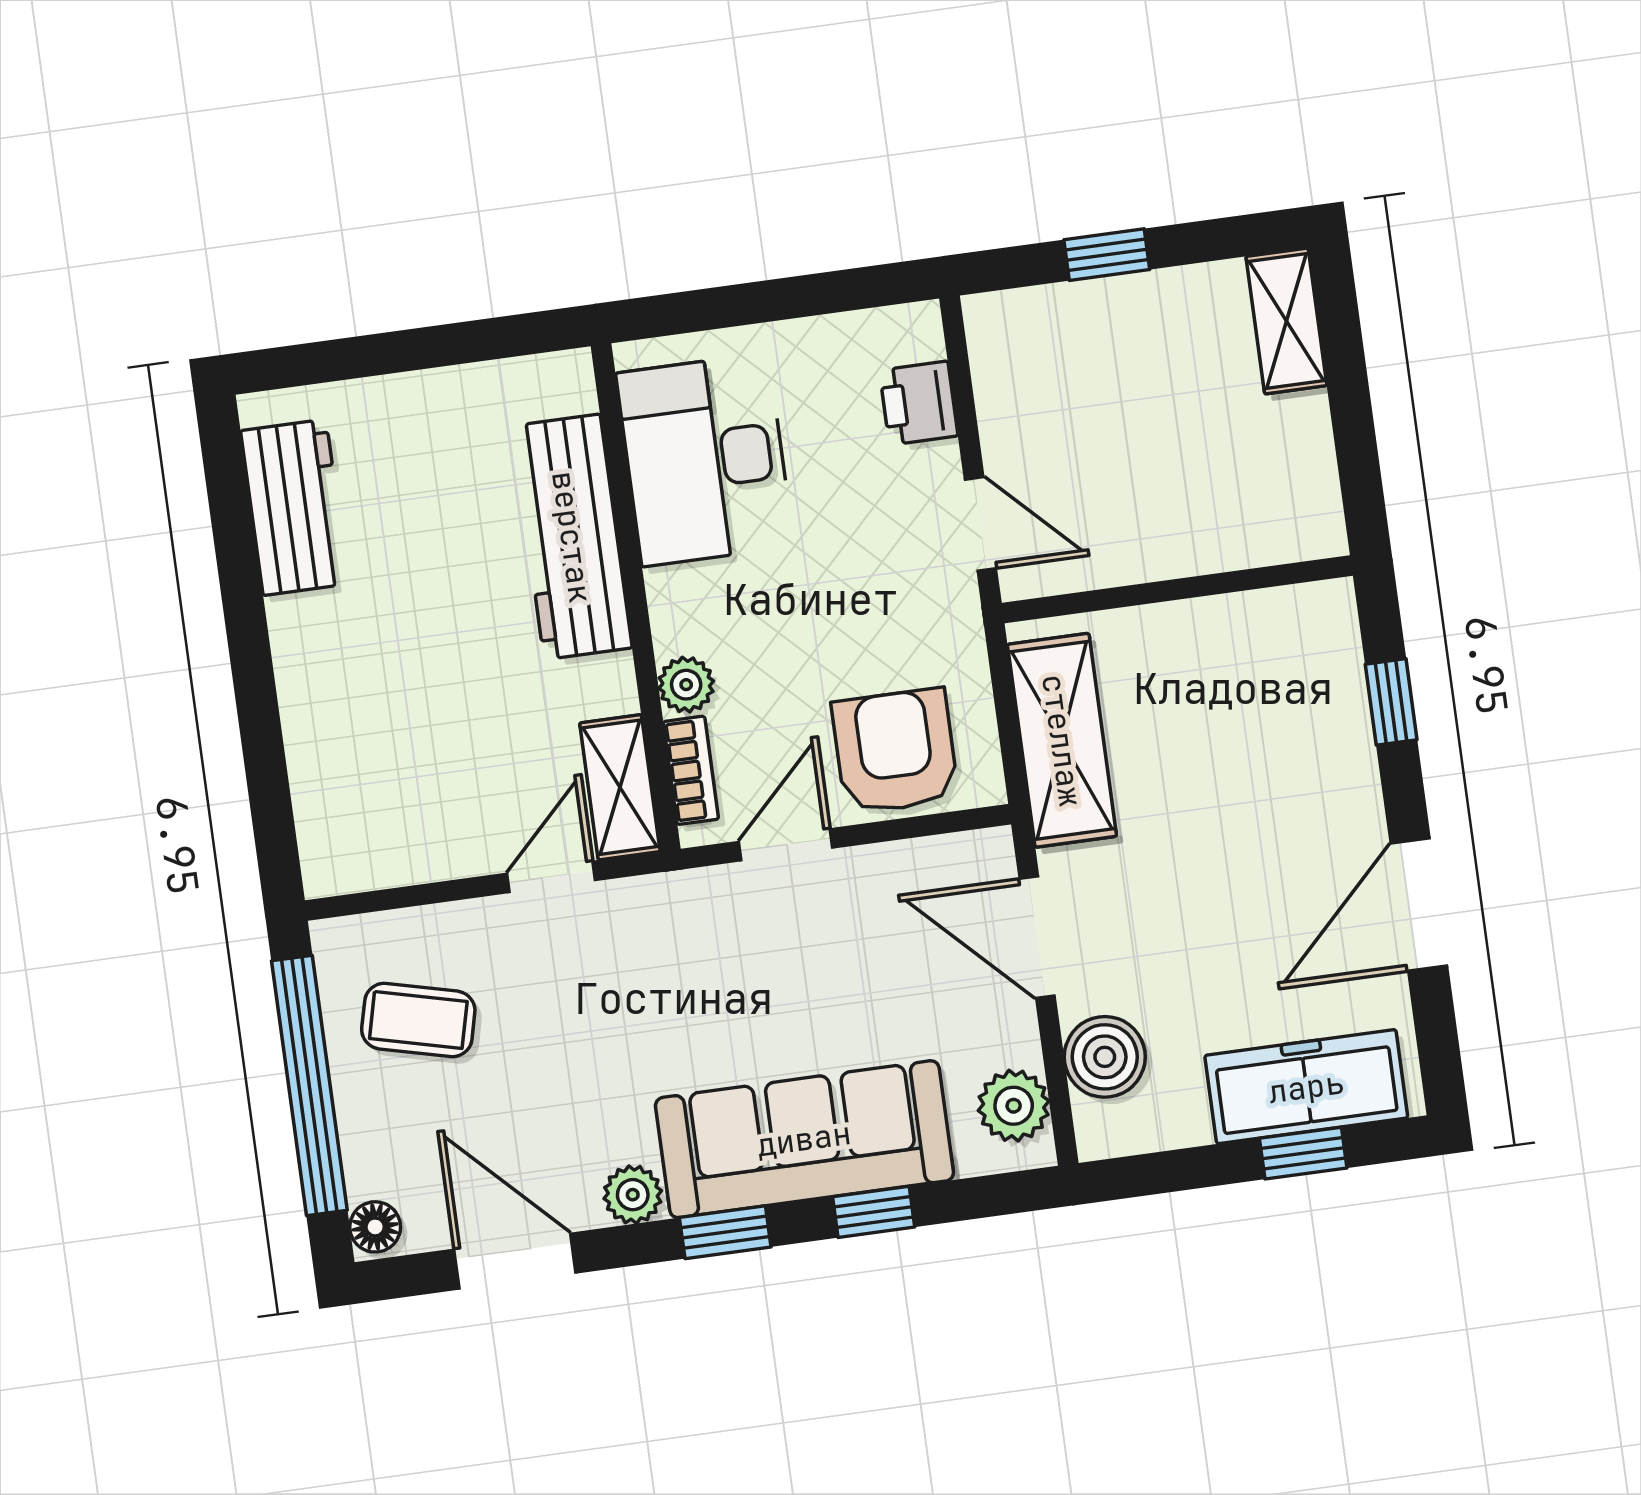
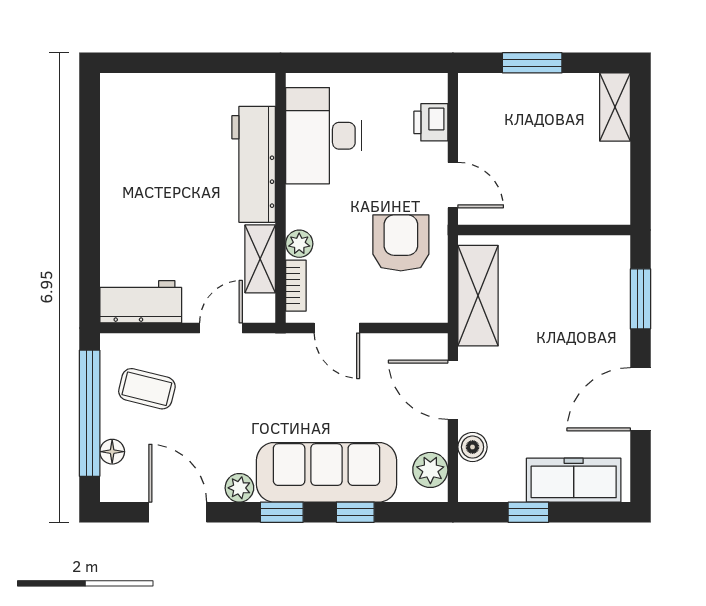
window: (1107, 255) -> (532, 63), width x1.50
workbench: (295, 507) -> (141, 302), moved, turned -90
window: (1391, 702) -> (640, 299), width x1.50
armchair: (895, 751) -> (401, 243), moved
shelving: (620, 787) -> (260, 259), moved
door: (786, 845) -> (337, 328), swing flipped
boiler: (1105, 1057) -> (473, 447), width x0.73, depth x0.73
window: (1303, 1153) -> (528, 512), moved
floor lamp: (375, 1227) -> (112, 452), moved

